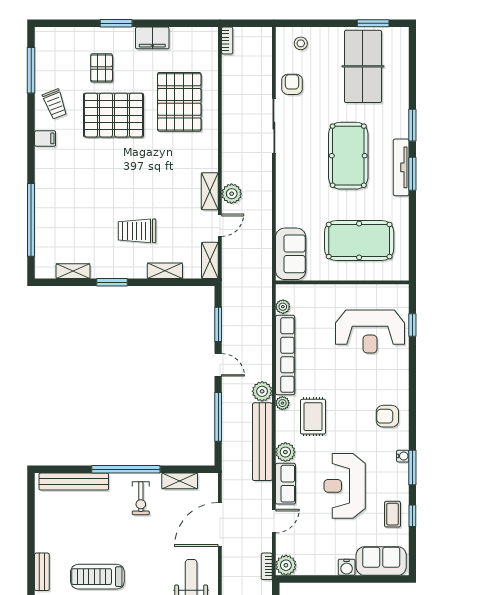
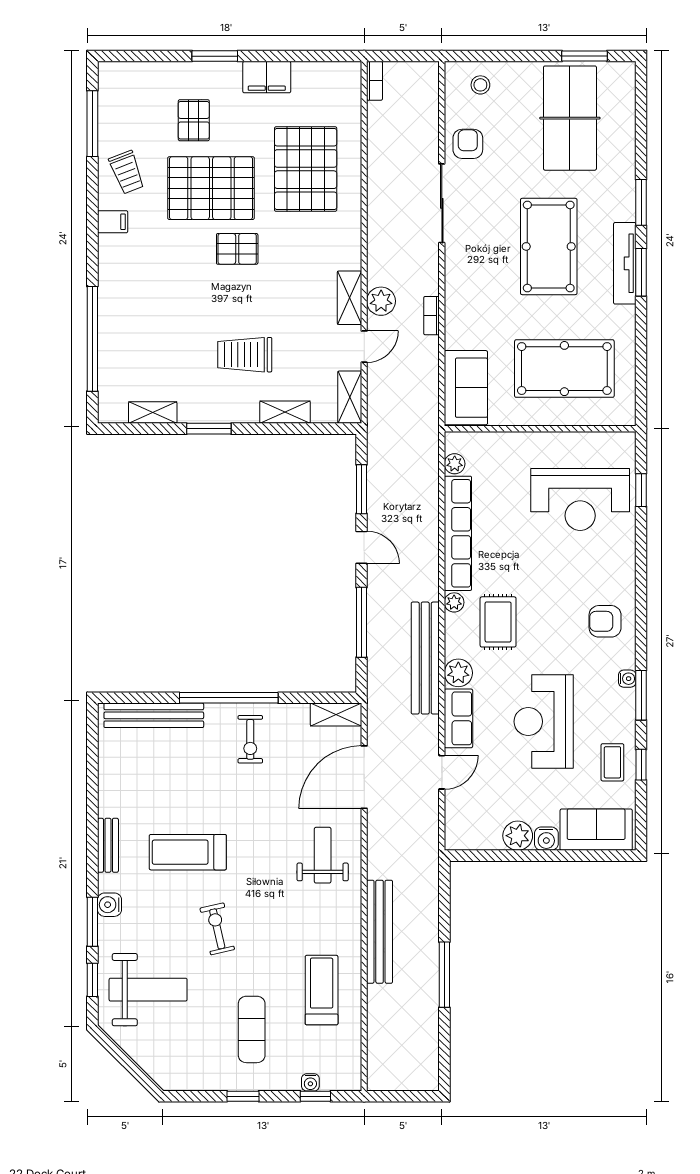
pallet: (132, 157) -> (237, 249), added
plant: (262, 391) -> (425, 586), removed
shelving: (180, 481) -> (336, 714), moved
plant: (286, 565) -> (518, 836), moved
bookcase: (267, 566) -> (431, 316), moved

